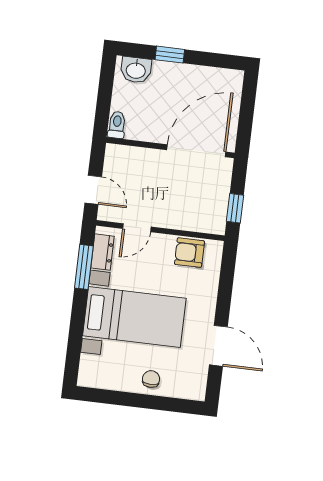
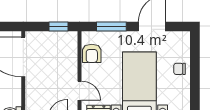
window: (226, 286) -> (111, 27), added

